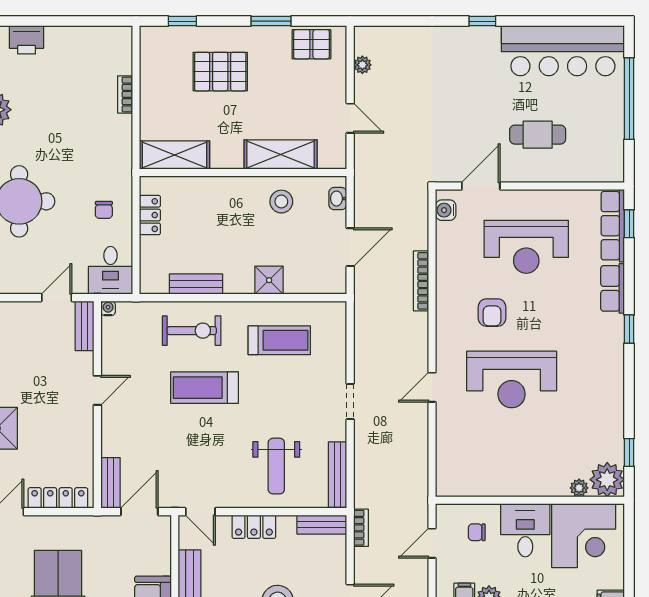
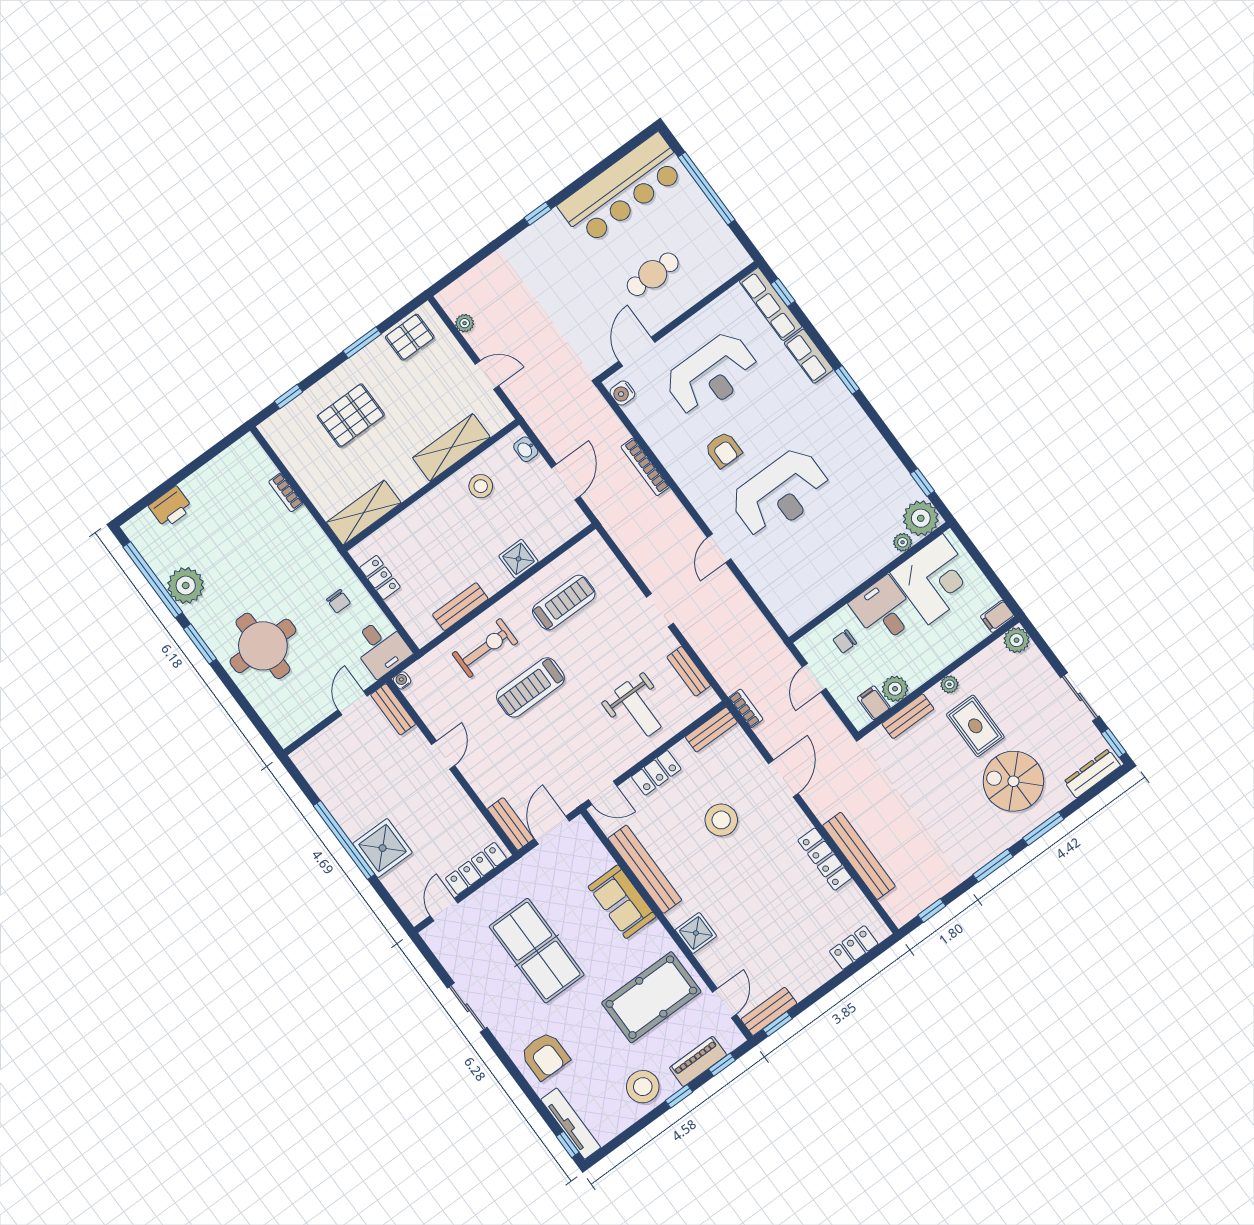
bench: (338, 475) -> (689, 671), width x0.73

